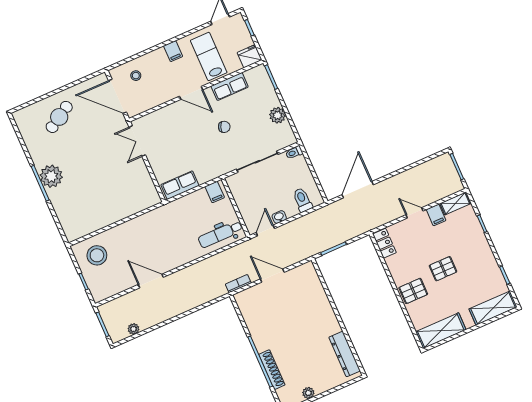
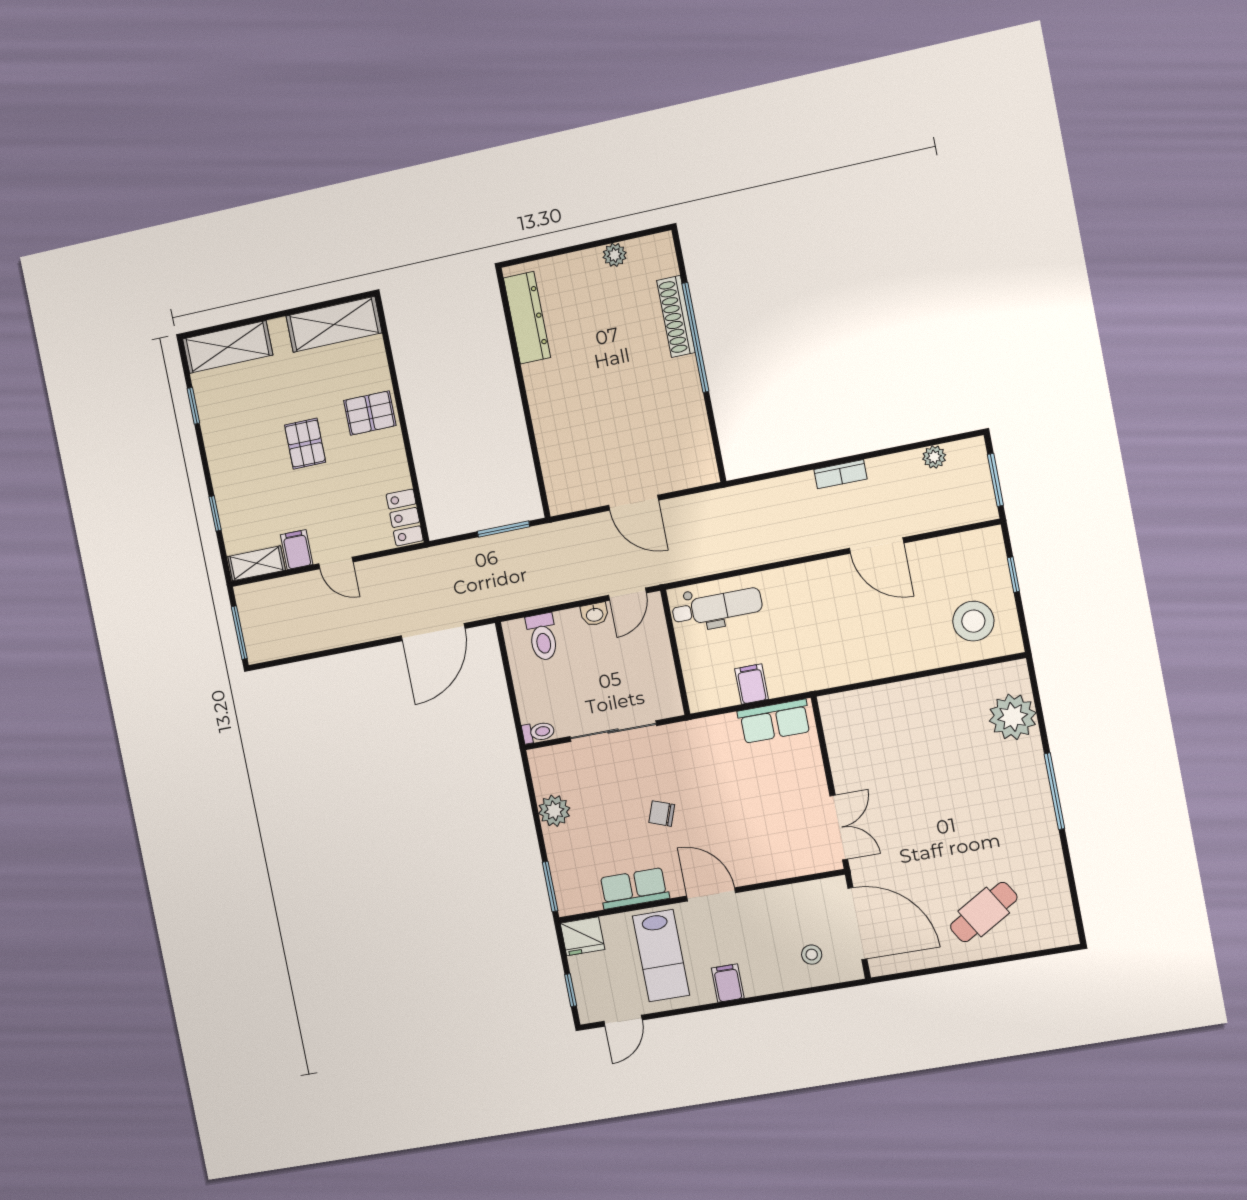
plant: (51, 176) -> (1013, 717), moved
filing cabinet: (215, 192) -> (751, 684), moved
pallet: (443, 269) -> (305, 444), turned 90
bookcase: (238, 284) -> (840, 474), moved

